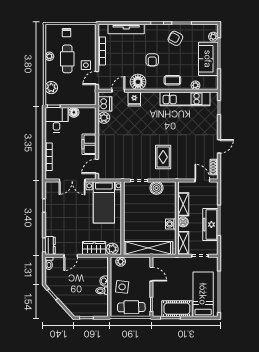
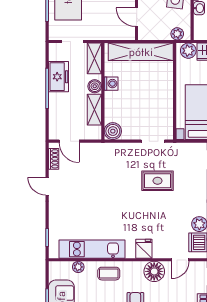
fridge: (134, 99) -> (144, 249), moved
door: (219, 146) -> (47, 186), hinge flipped
rug: (163, 157) -> (158, 181), moved, turned 90
boiler: (156, 188) -> (113, 131), moved
freezer: (210, 225) -> (59, 77), width x0.71

